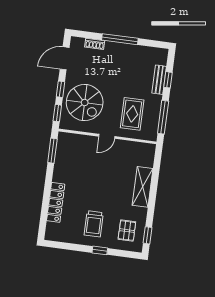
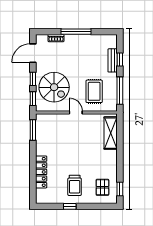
door: (107, 136) -> (76, 112), swing flipped
shelving: (143, 187) -> (111, 133), moved
window: (100, 250) -> (70, 206), moved

